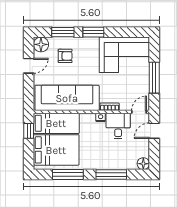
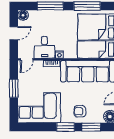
armchair: (65, 56) -> (80, 111), moved
window: (154, 78) -> (14, 88), width x0.69
door: (154, 131) -> (14, 33), moved

